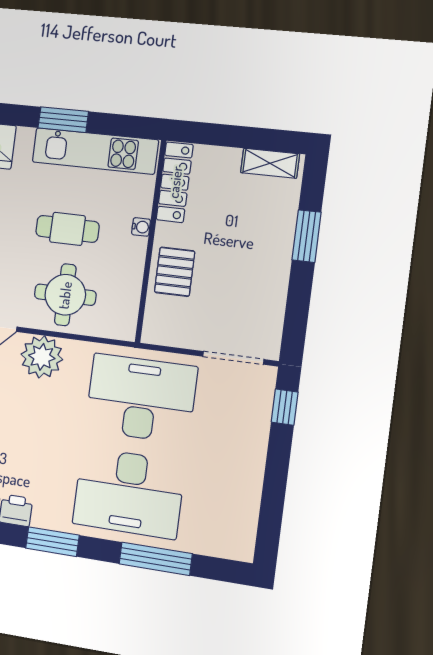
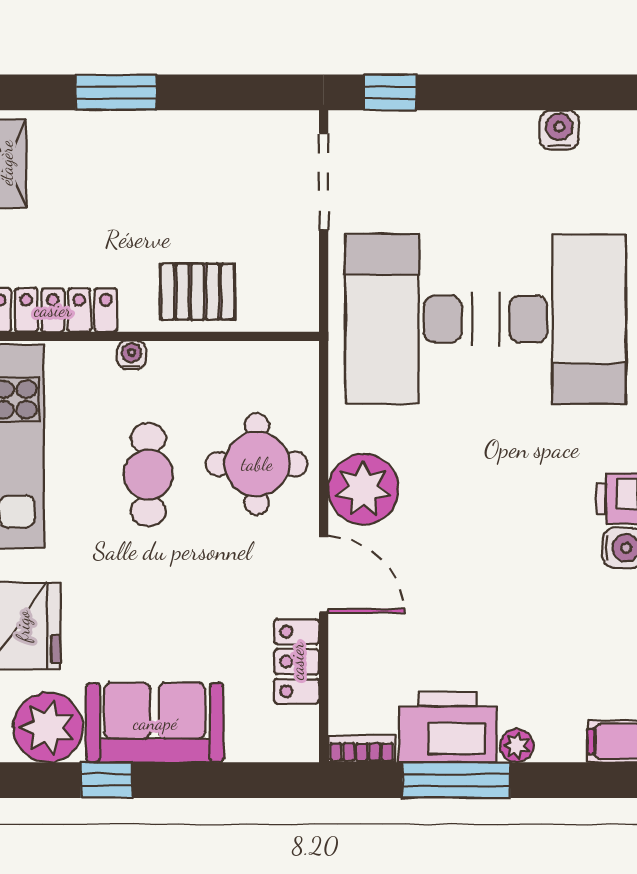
water cooler: (247, 509) -> (559, 130), added

